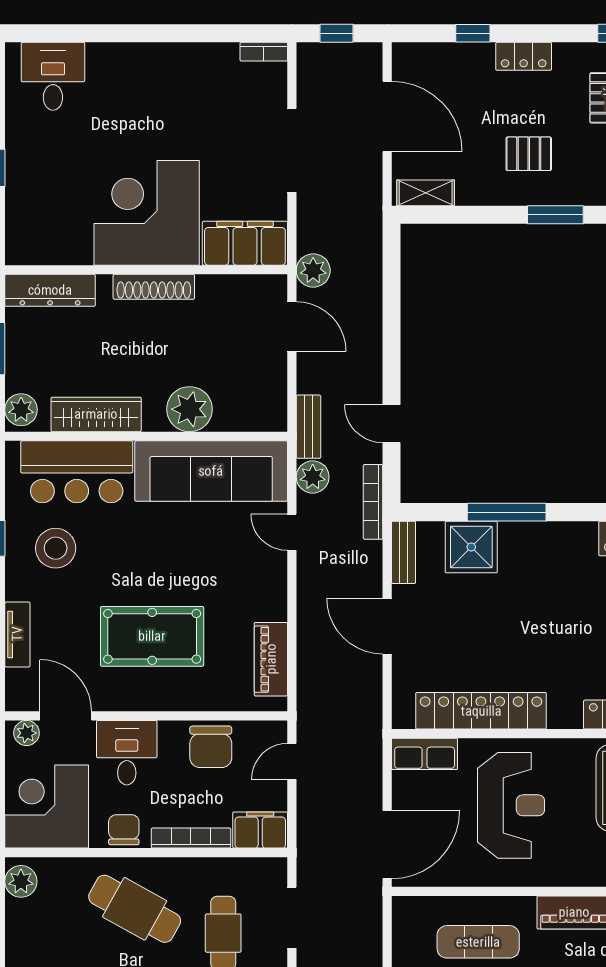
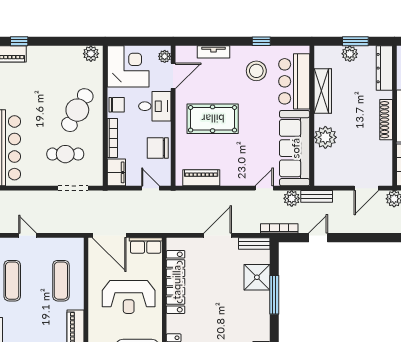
plant: (21, 410) -> (350, 54), moved
pool table: (152, 636) -> (213, 119), turned 90
row of seats: (425, 754) -> (146, 245), moved, turned -90

